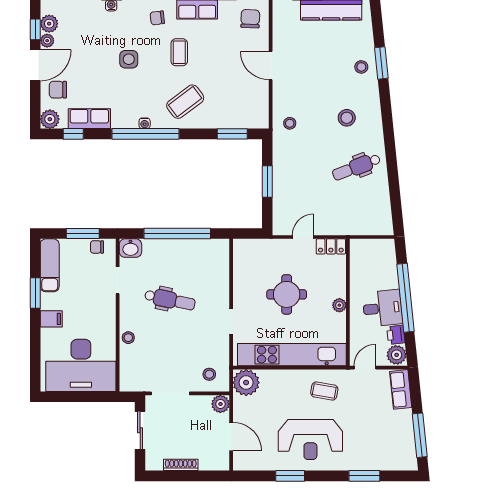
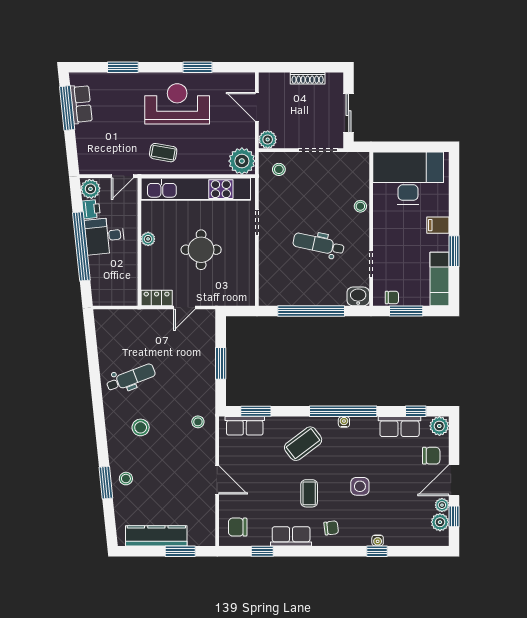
chair: (250, 19) -> (238, 527), turned 88
row of seats: (243, 119) -> (245, 426), added
row of seats: (401, 389) -> (81, 104), moved

